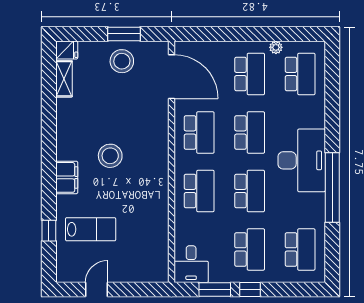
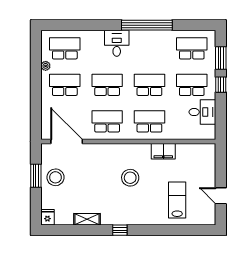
door: (171, 77) -> (67, 141), hinge flipped
shelving: (64, 79) -> (87, 219), moved
stool: (110, 156) -> (130, 178), moved
desk: (302, 160) -> (117, 43), width x0.53, depth x0.77
filing cabinet: (67, 177) -> (163, 151), moved, turned 180
window: (49, 231) -> (120, 230), moved
desk: (191, 264) -> (202, 112), moved
window: (215, 289) -> (221, 58), moved

